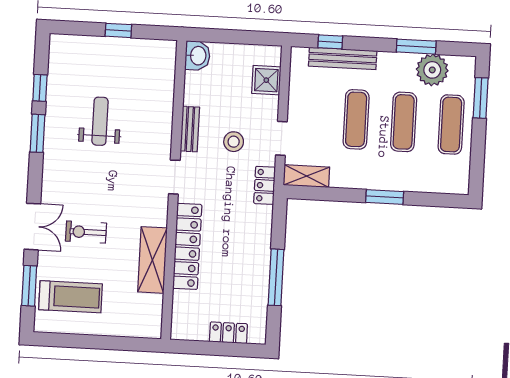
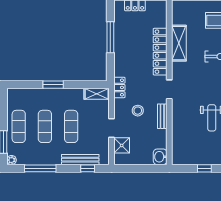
window: (416, 47) -> (40, 168), width x1.44
plant: (432, 70) -> (11, 160), moved, width x0.53, depth x0.53
doorway: (281, 138) -> (112, 128), moved

